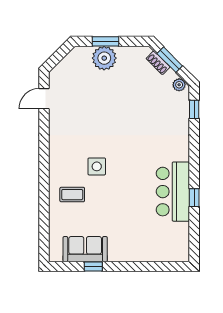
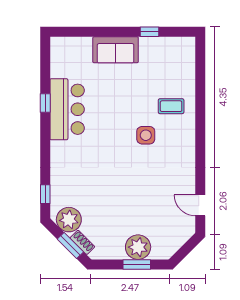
plant: (179, 85) -> (69, 220), width x1.88, depth x1.88
door: (44, 99) -> (200, 205), swing flipped
sofa: (85, 249) -> (116, 50), moved

